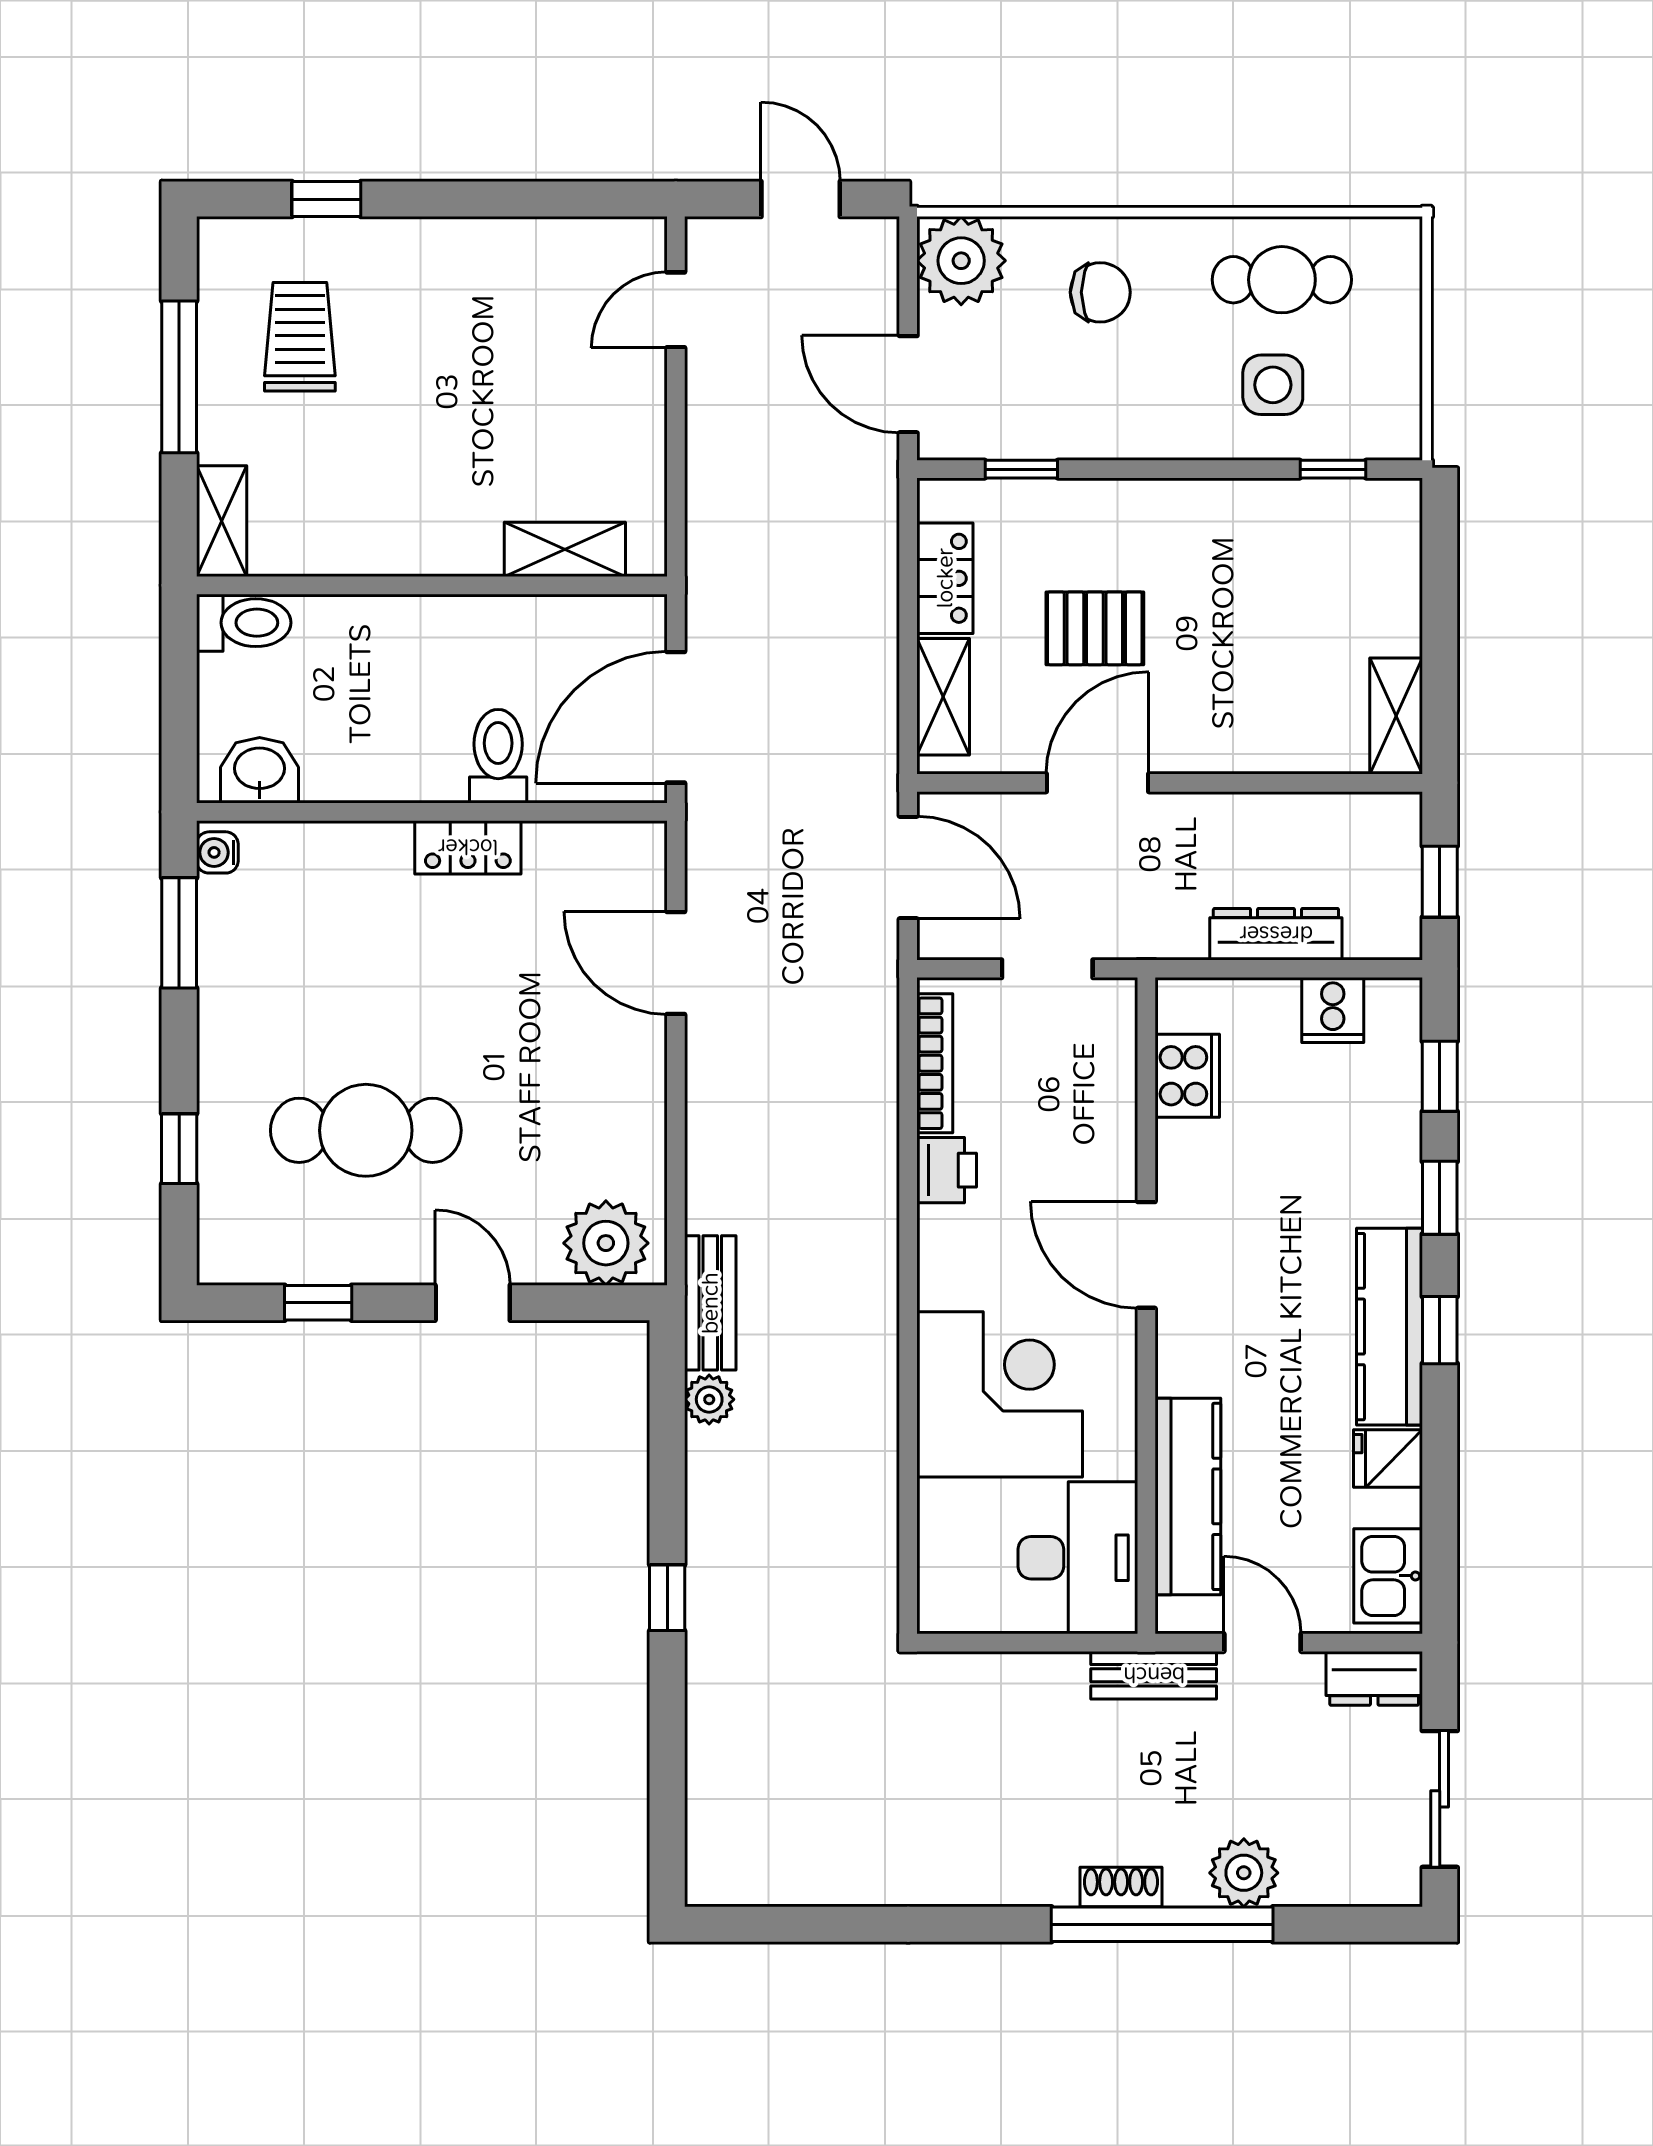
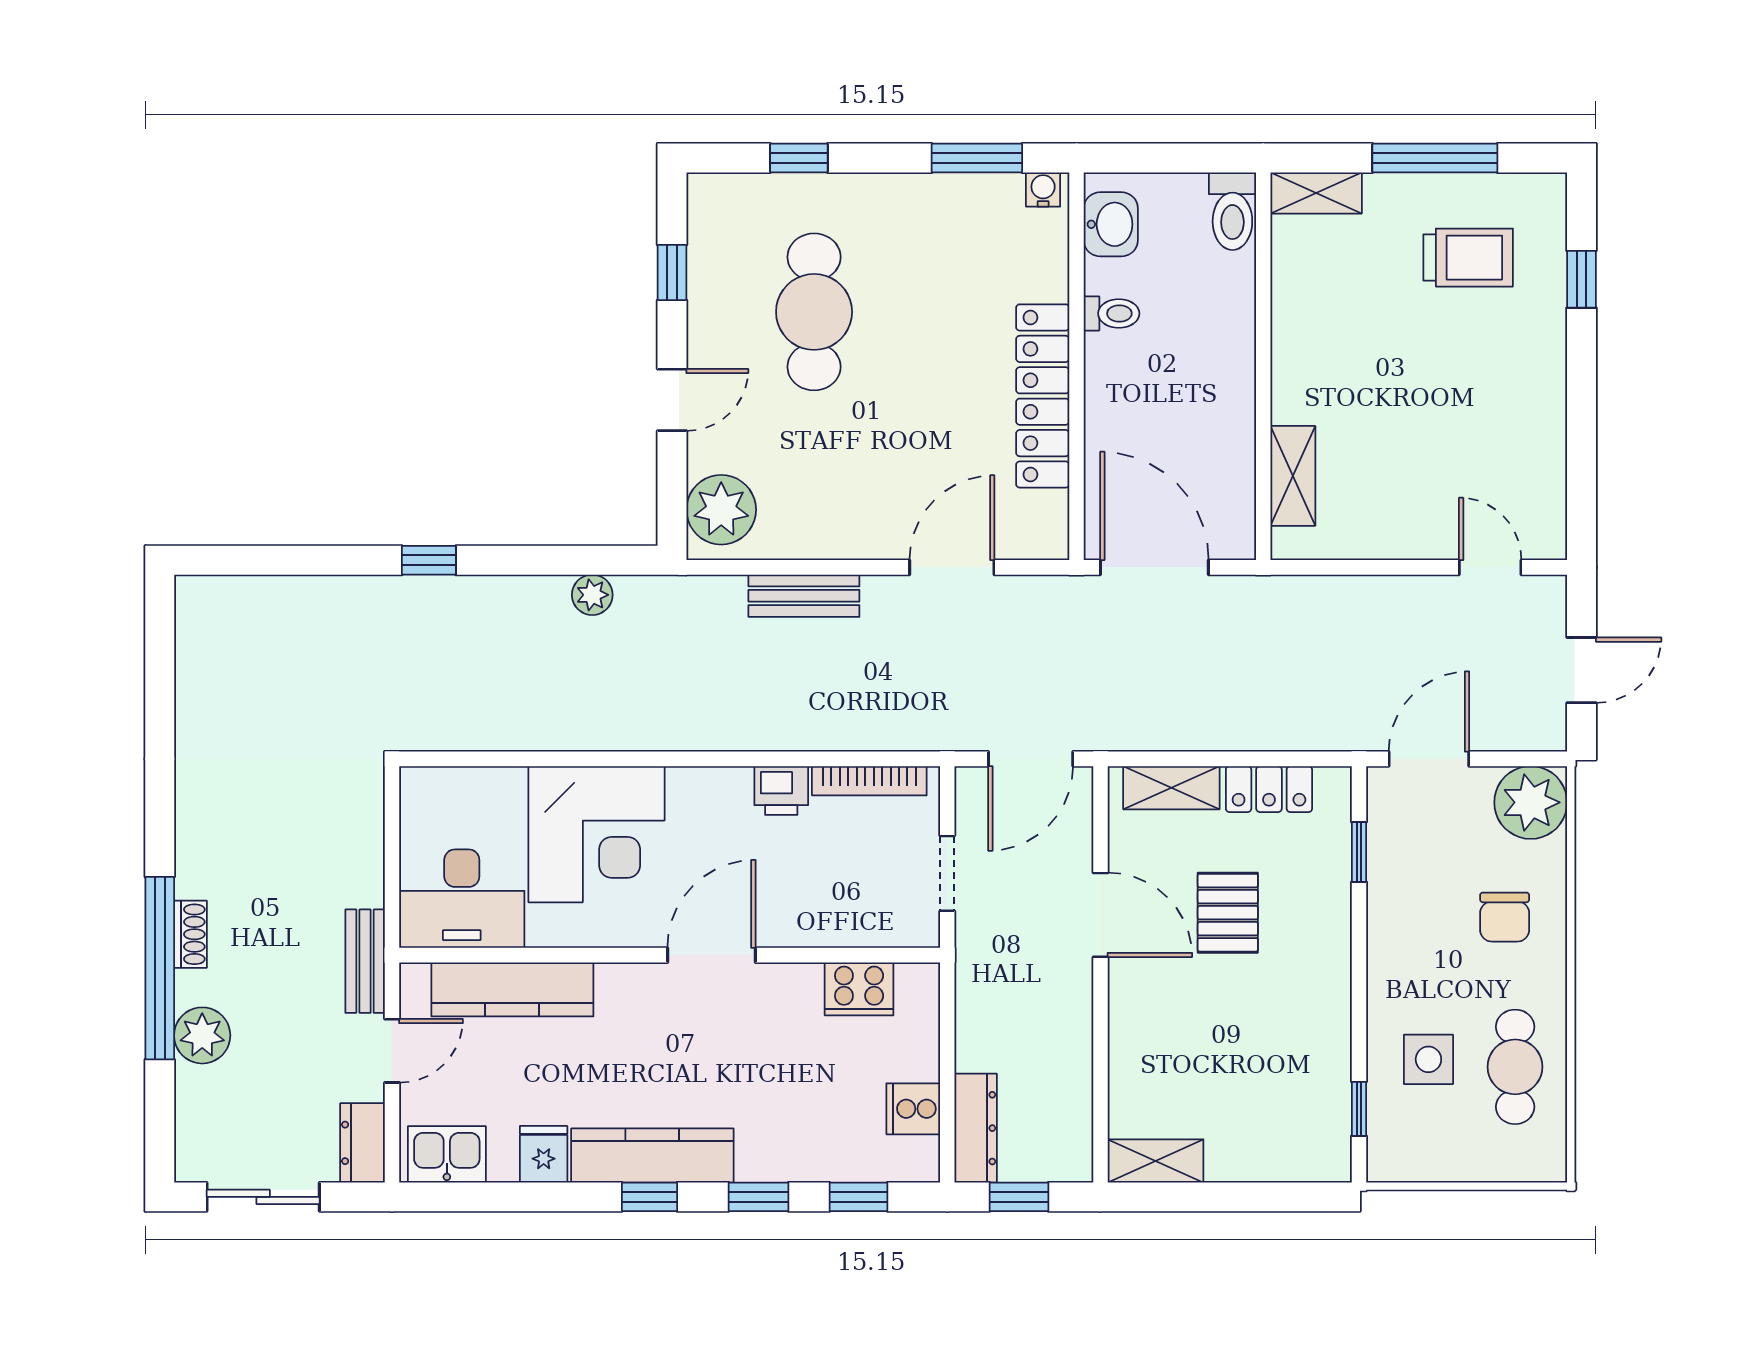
toilet: (498, 756) -> (1112, 313), moved, width x0.73, depth x0.72
locker: (468, 847) -> (1043, 396), width x2.16, depth x1.21
dresser: (1276, 934) -> (976, 1128), moved
bench: (710, 1303) -> (804, 596), moved

